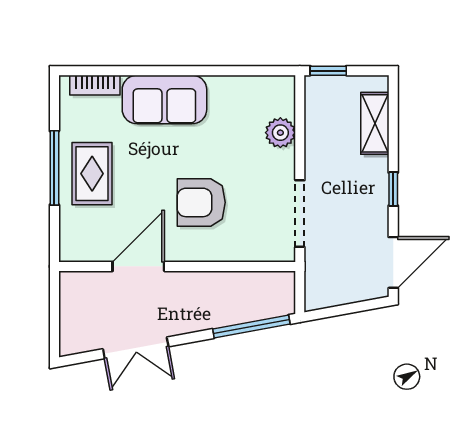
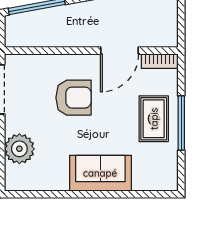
bookcase: (95, 85) -> (160, 61), moved, turned 180
plant: (280, 133) -> (19, 149), width x1.36, depth x1.36

